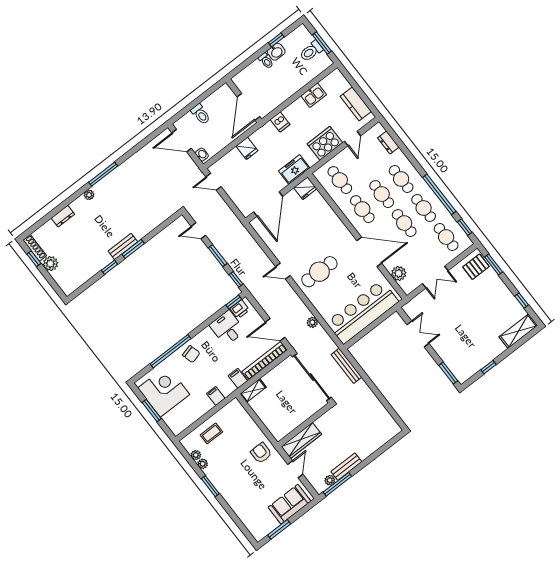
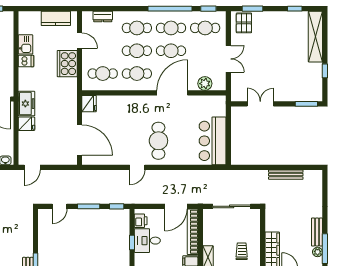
dishwasher: (280, 122) -> (26, 61), moved
freezer: (294, 169) -> (27, 104), moved, turned 180
window: (234, 302) -> (132, 243), moved
bar counter: (362, 312) -> (213, 141), width x0.73
plant: (312, 322) -> (192, 175), removed
shelving: (518, 331) -> (315, 37), width x1.47
bench: (346, 366) -> (286, 175), moved
sliding door: (312, 377) -> (232, 206), width x0.73
trolley: (280, 415) -> (242, 251), added

